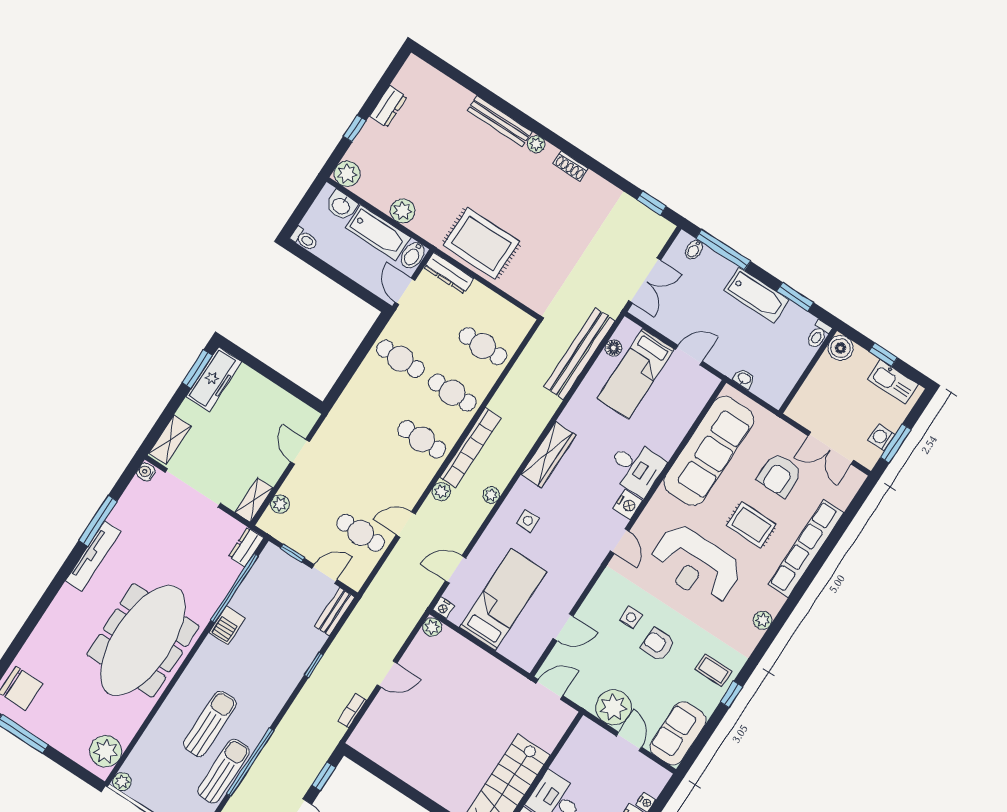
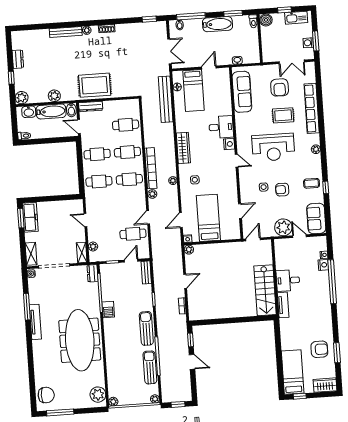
cafe table: (370, 405) -> (99, 181), added
sofa: (709, 451) -> (242, 92), width x0.74, depth x0.79
sun lounger: (210, 724) -> (146, 328), moved

